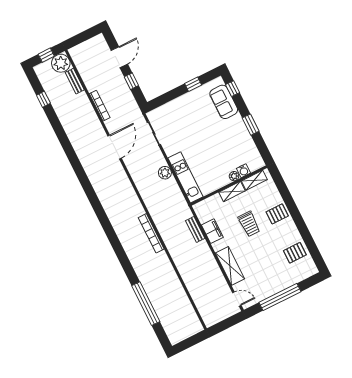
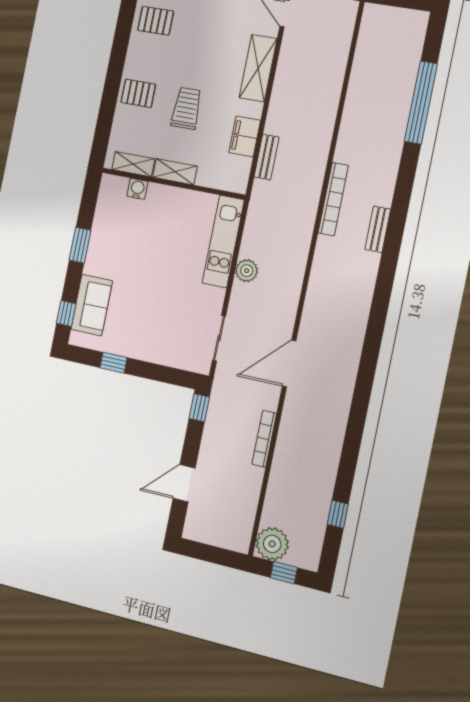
bench: (75, 81) -> (378, 229), moved
window: (131, 81) -> (199, 408), moved
plant: (234, 176) -> (156, 191), removed

